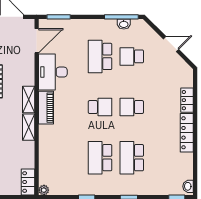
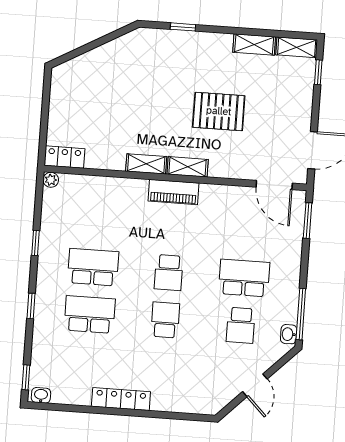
washbasin: (124, 24) -> (289, 334), moved
school desk: (132, 56) -> (241, 325), turned 180
desk: (53, 72) -> (226, 206), removed
locker: (187, 100) -> (170, 403), removed

